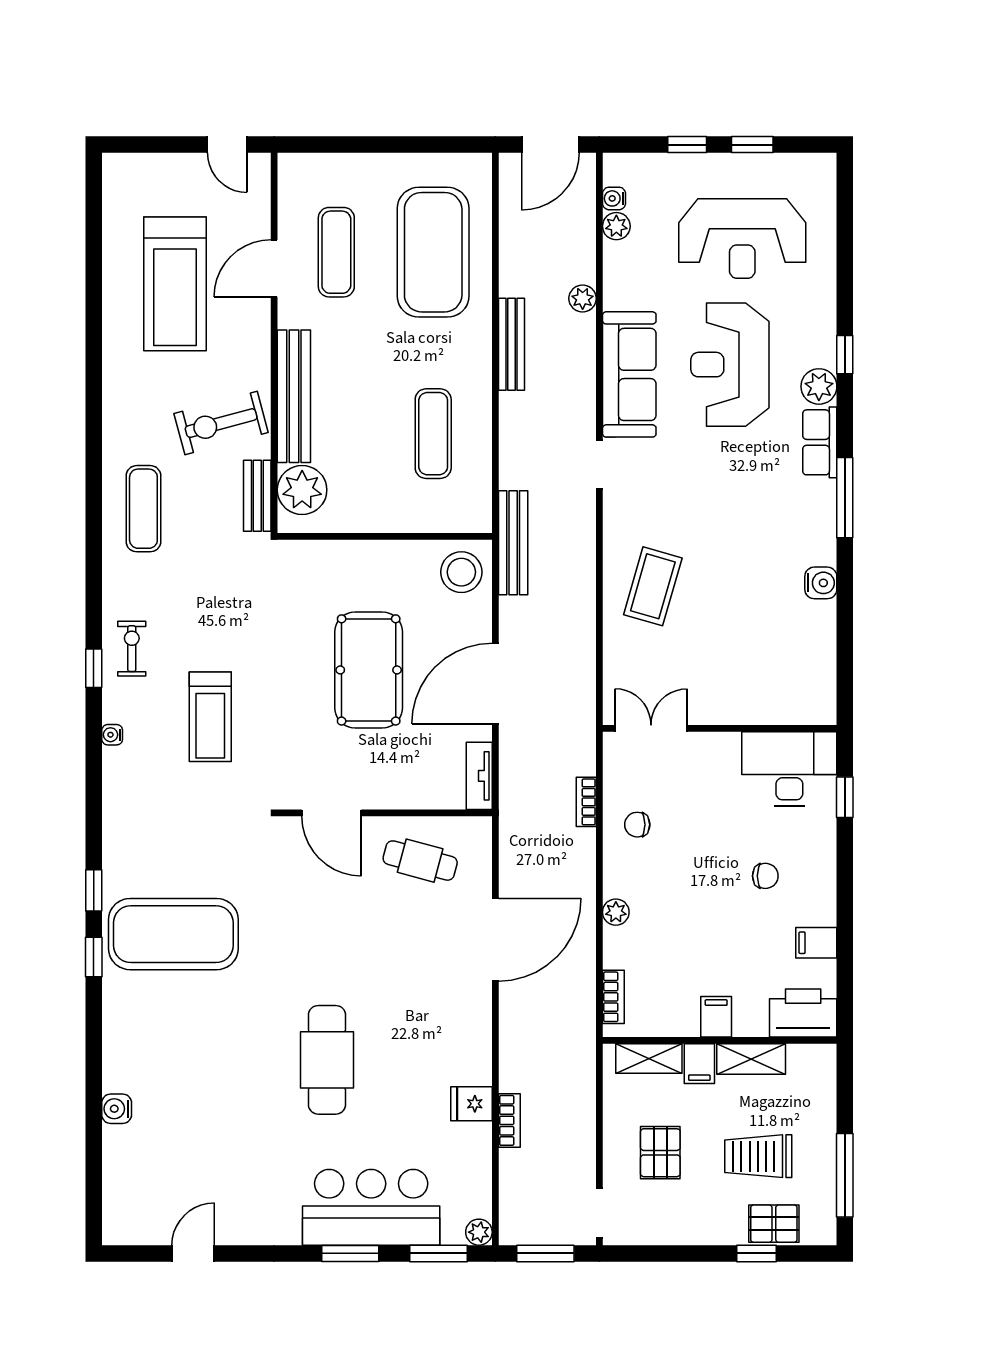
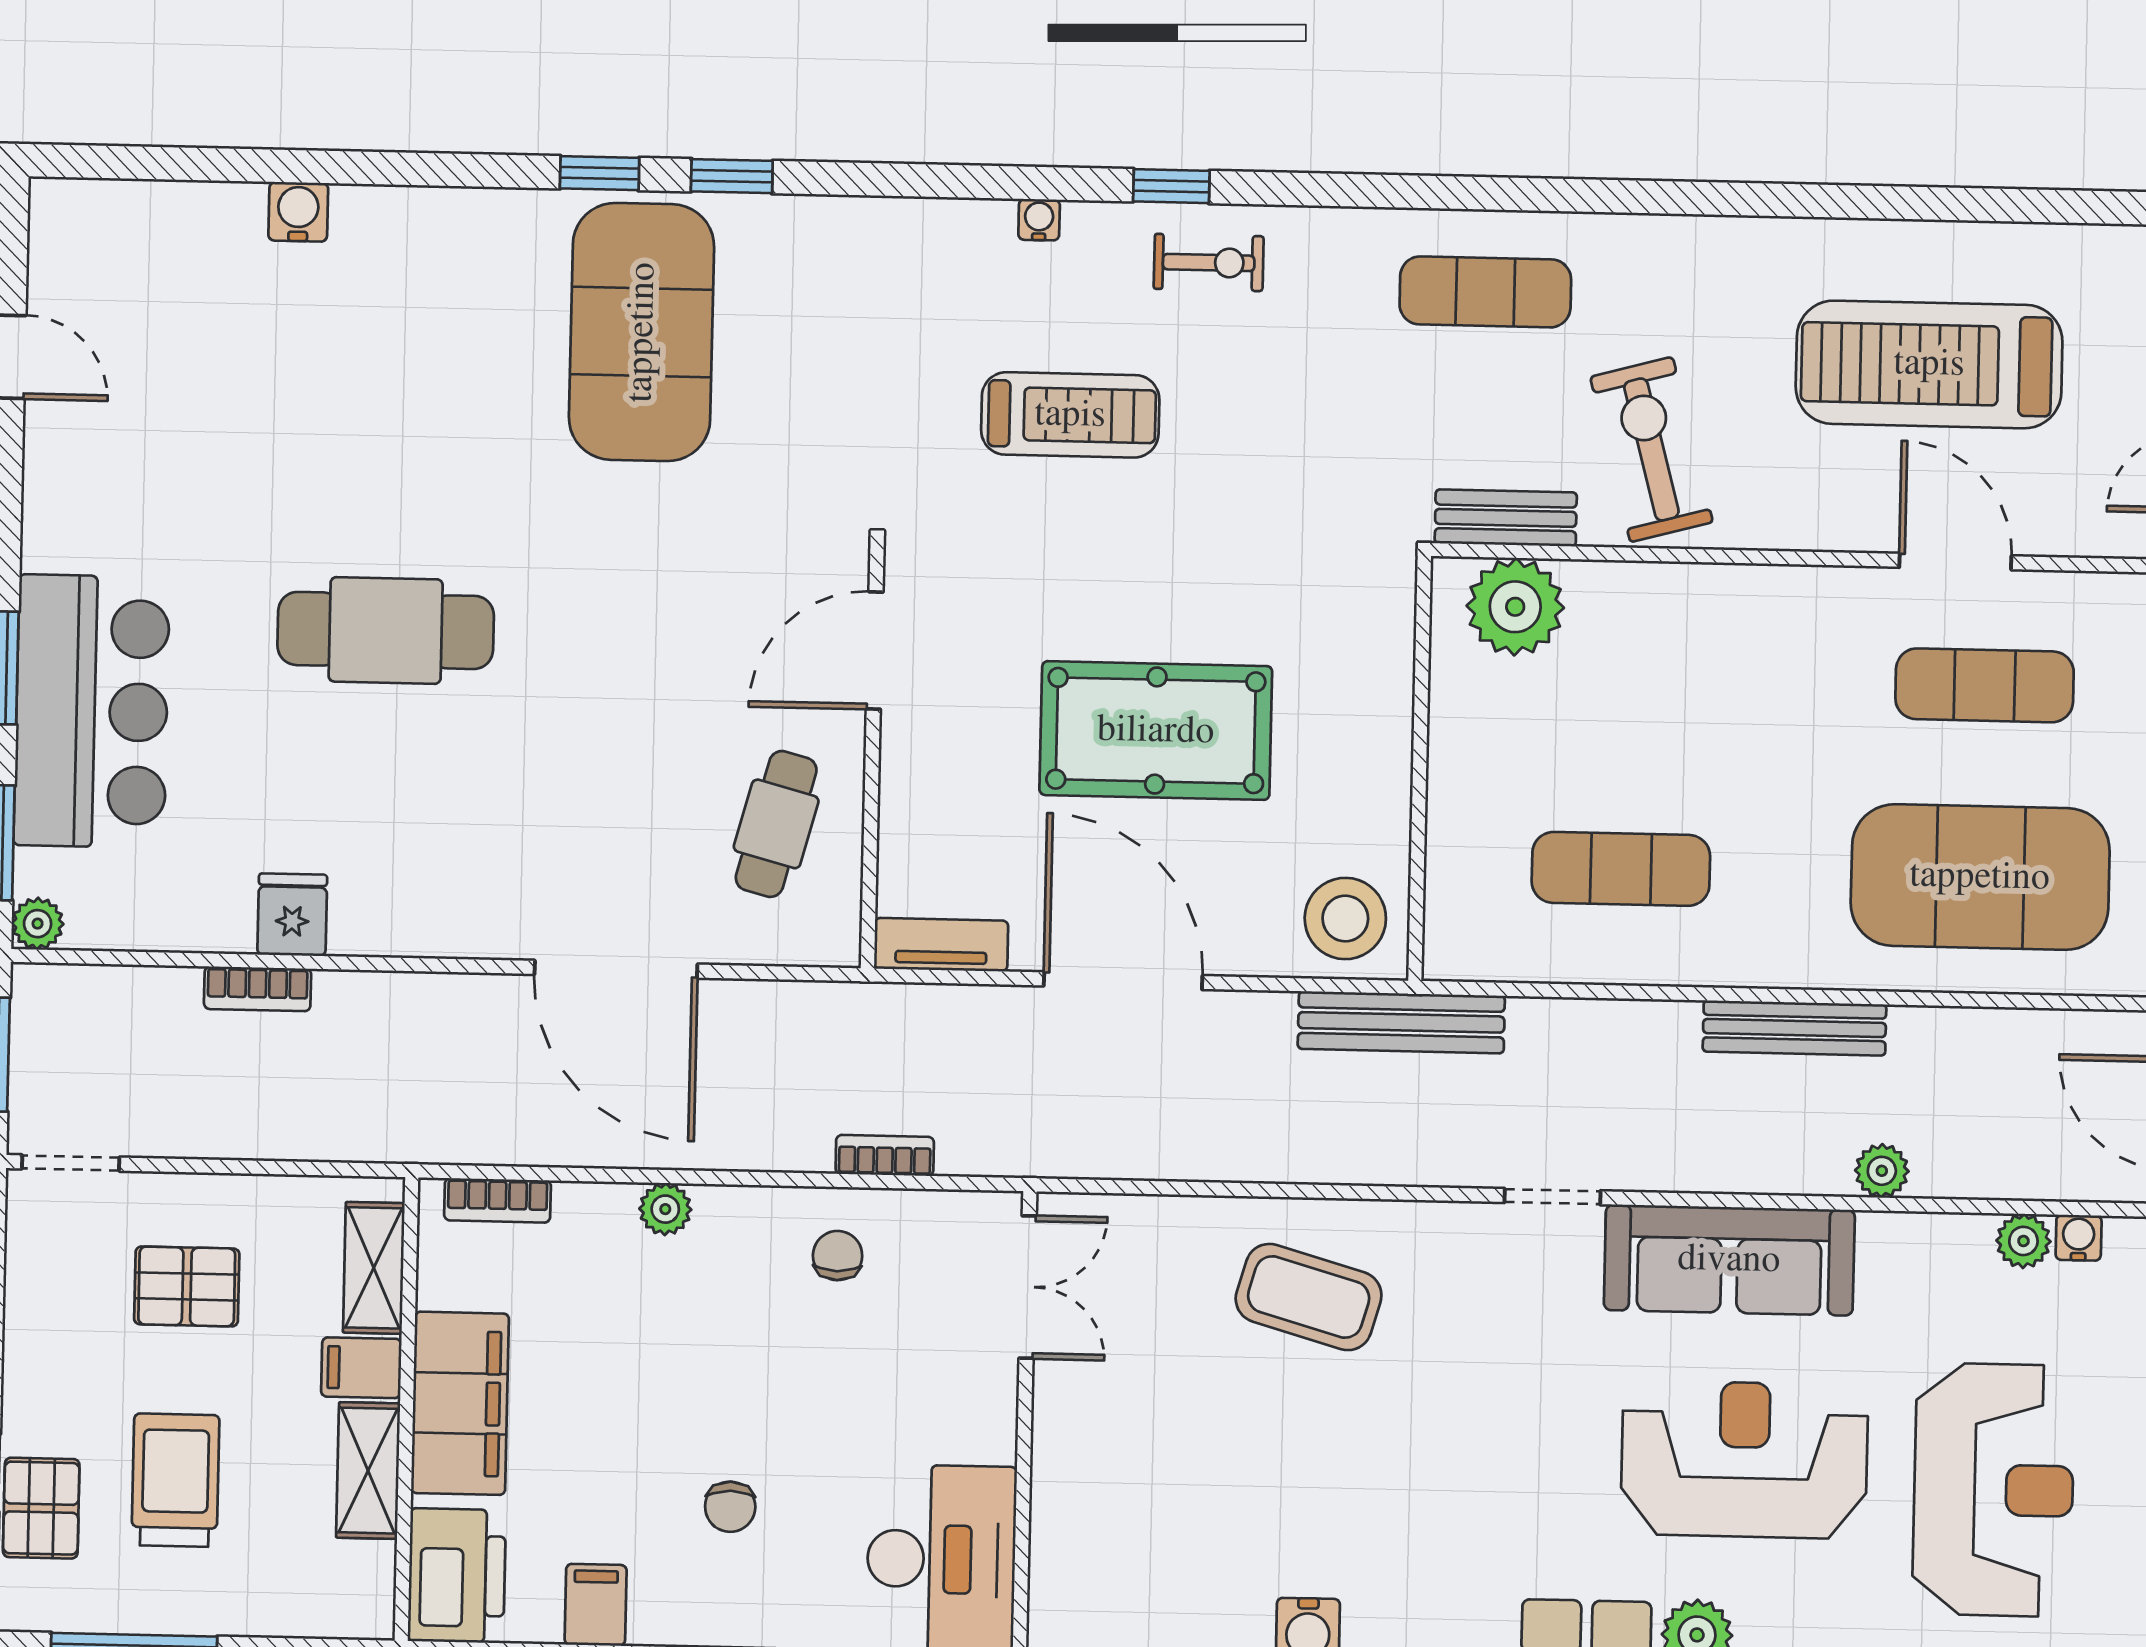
reception desk: (742, 238) -> (1994, 1490), turned 180
bench: (294, 396) -> (1701, 595), removed
treadmill: (210, 717) -> (1070, 415), turned 180
filing cabinet: (716, 1017) -> (460, 1403), width x3.00, depth x1.17

